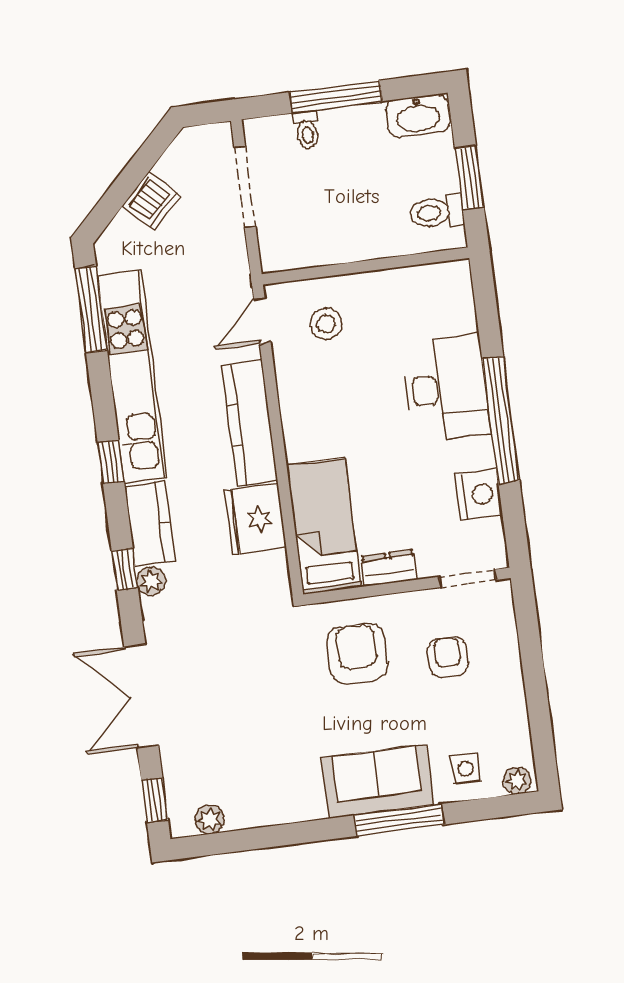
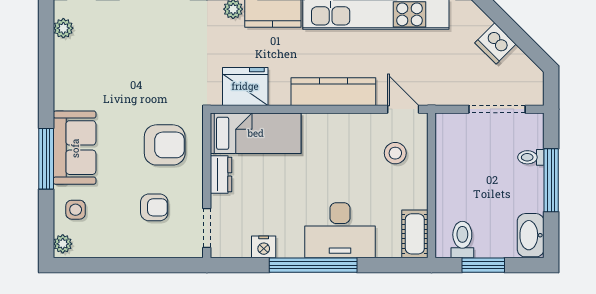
cot: (438, 281) -> (415, 234), added
nightstand: (479, 494) -> (264, 247), width x0.74, depth x0.75
fridge: (255, 519) -> (245, 86), moved

